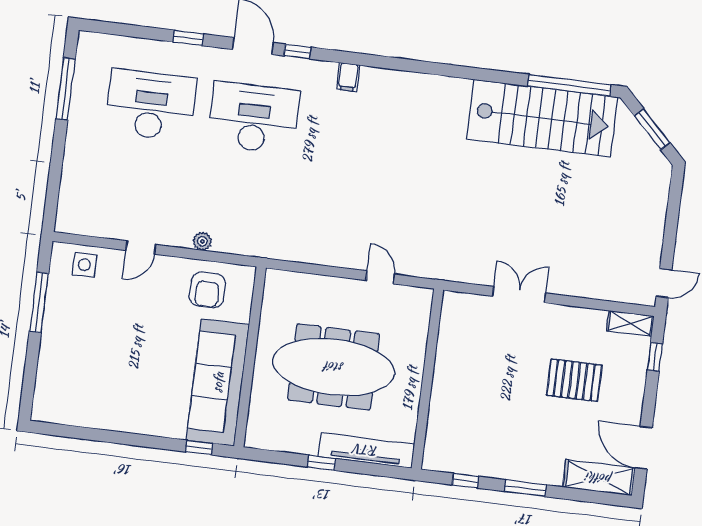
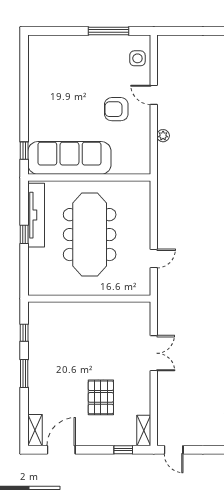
armchair: (207, 290) -> (116, 109), moved
tv unit: (366, 450) -> (36, 215), moved
shelving: (599, 478) -> (35, 430), width x0.67, depth x0.75

